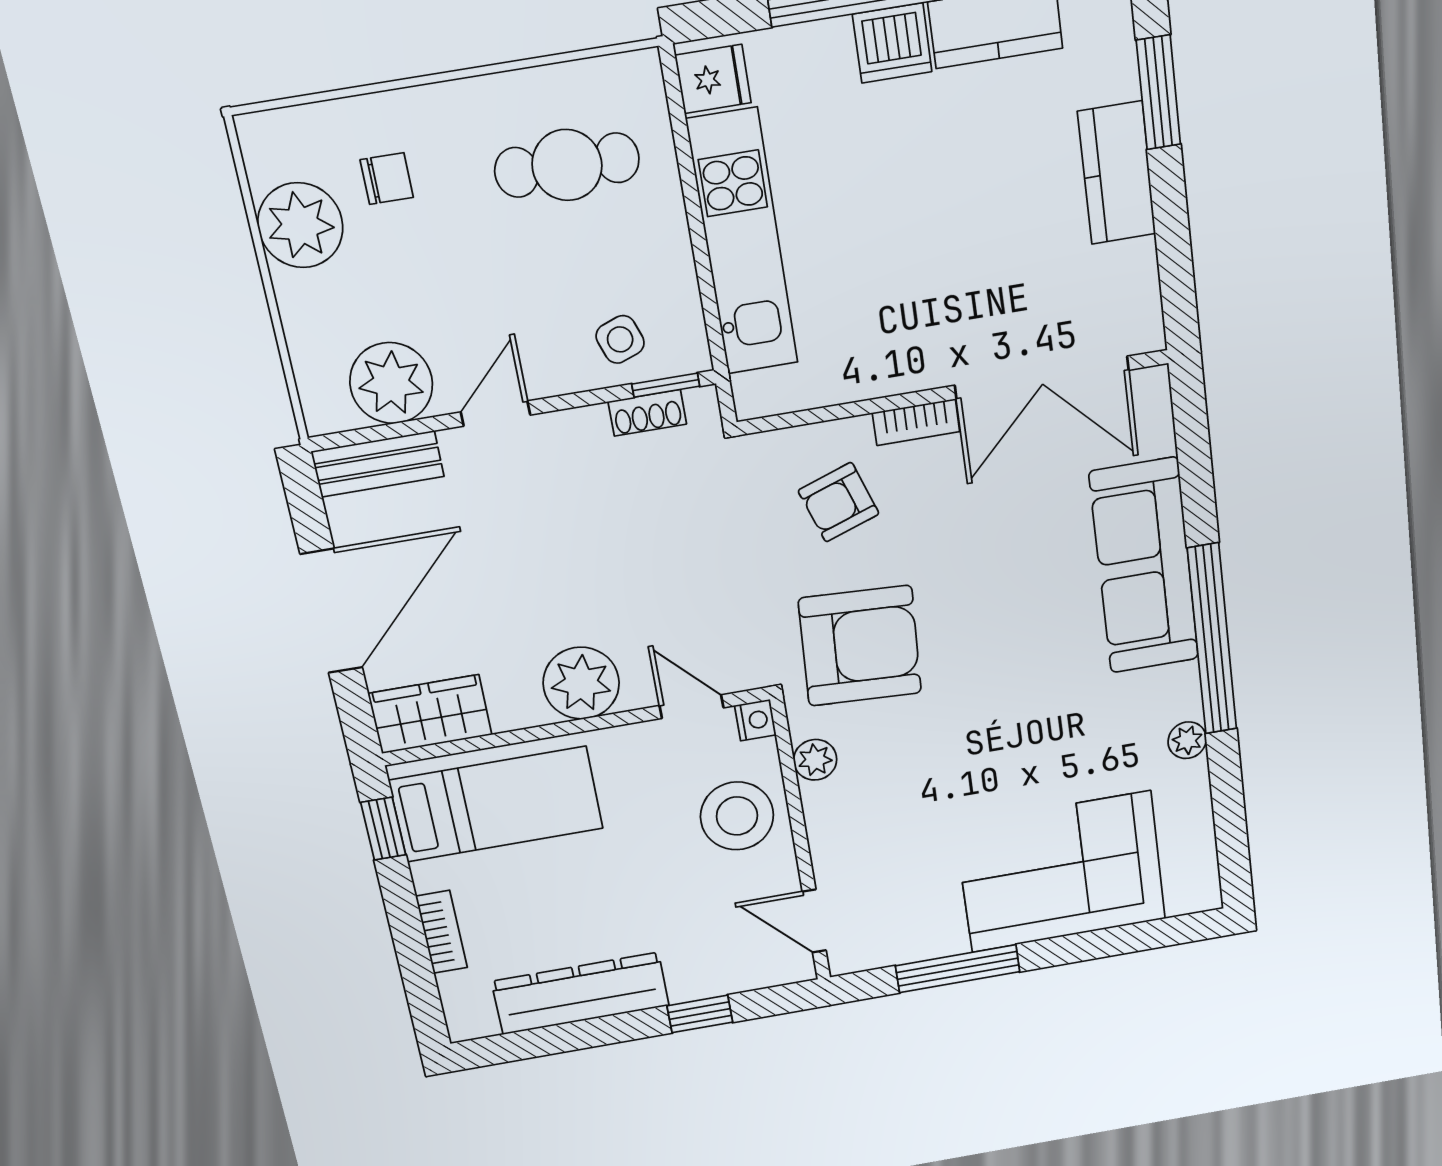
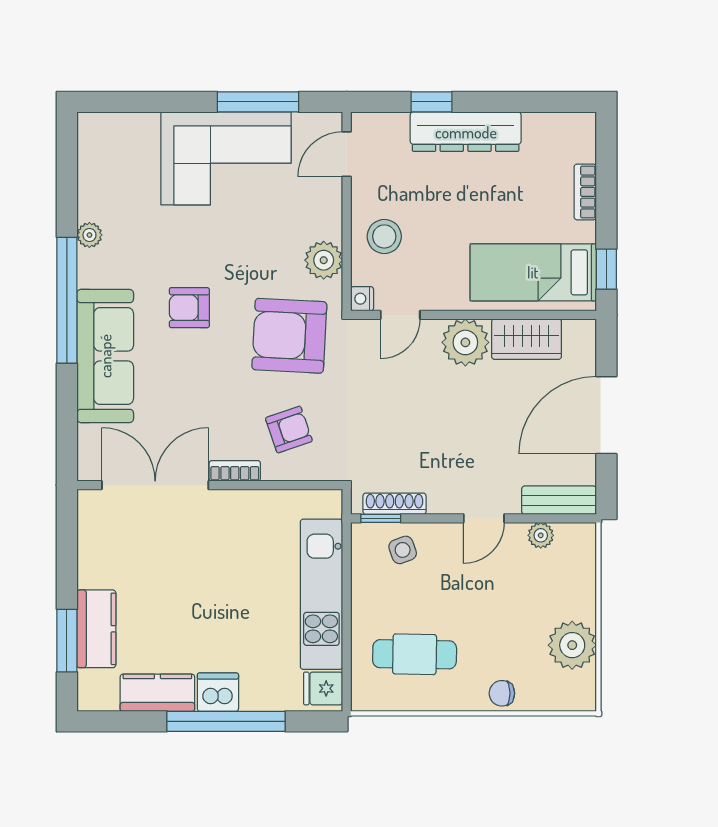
kitchen counter: (1117, 173) -> (96, 629), moved
chair: (387, 179) -> (502, 693), moved
plant: (391, 383) -> (541, 535), width x0.53, depth x0.53
shoe rack: (647, 413) -> (395, 504), width x1.43
armchair: (1022, 661) -> (189, 308), added
door: (692, 707) -> (400, 315), hinge flipped
wardrobe: (430, 714) -> (527, 339), moved
plant: (815, 760) -> (324, 260), width x1.38, depth x1.38
stool: (737, 816) -> (384, 236), width x0.73, depth x0.73
corner sofa: (1061, 872) -> (226, 158), moved
door: (814, 921) -> (347, 154), swing flipped
dresser: (581, 993) -> (466, 132), moved

